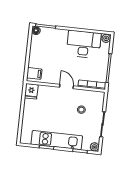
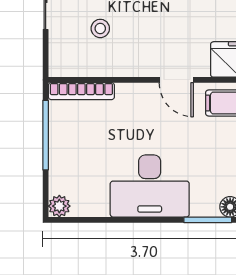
desk: (84, 44) -> (150, 186), moved
door: (66, 87) -> (176, 80), moved

